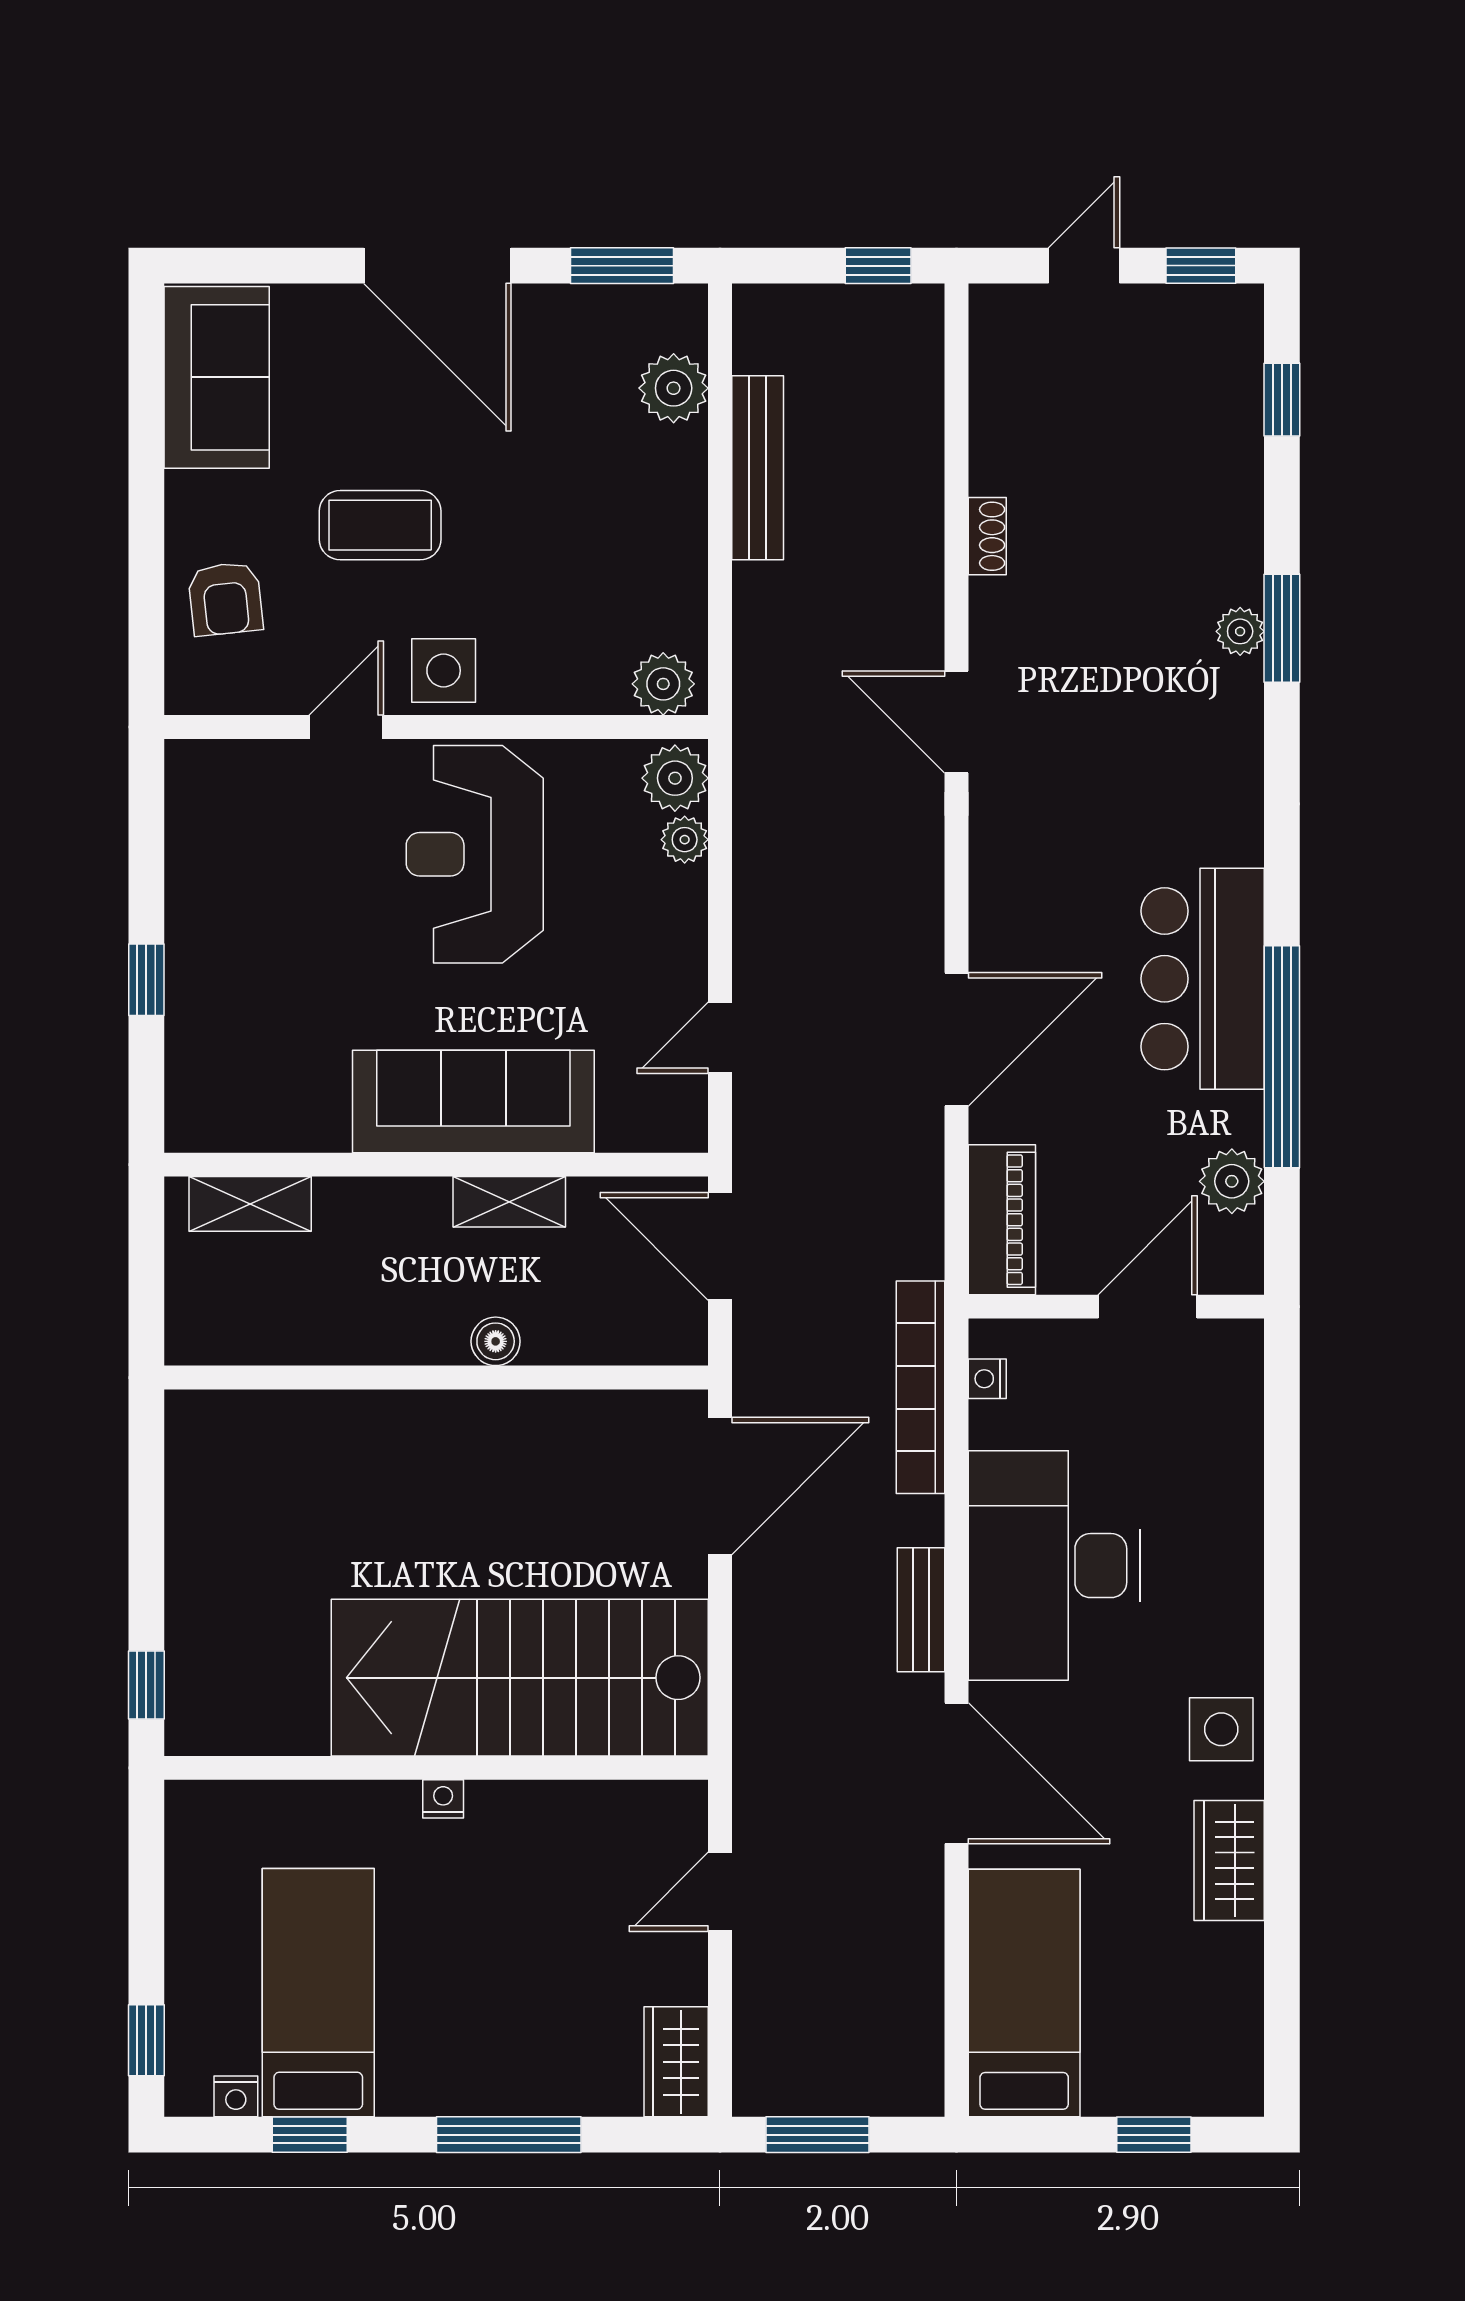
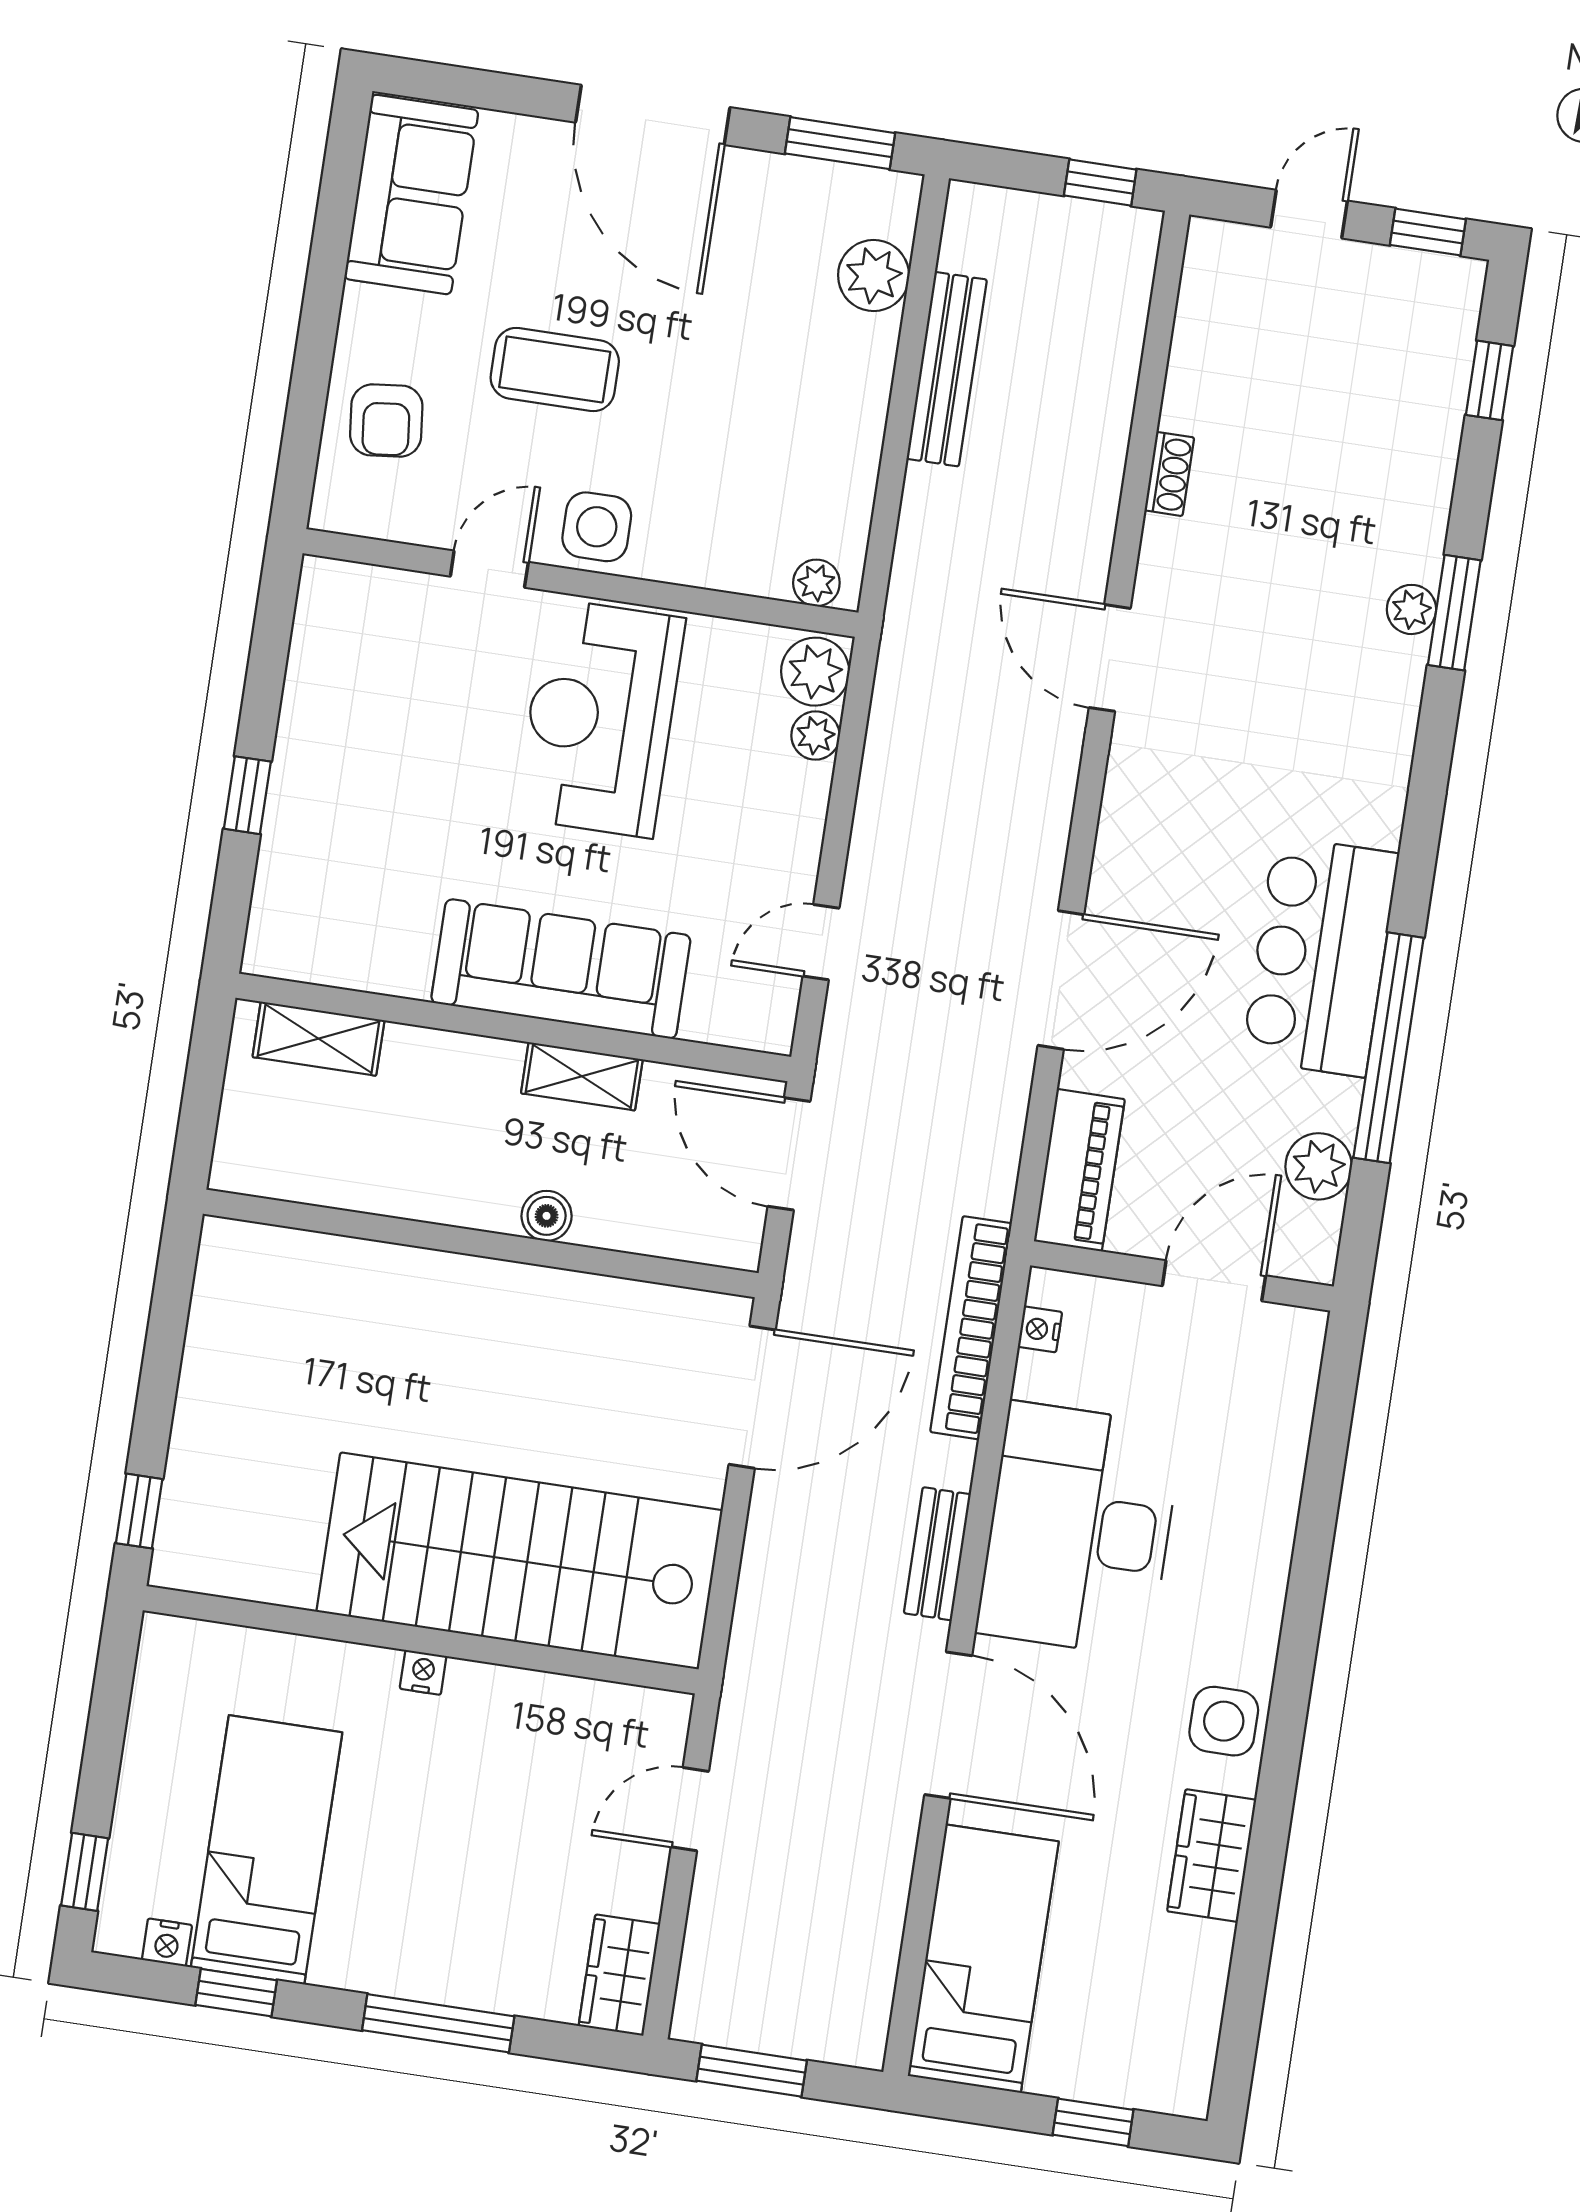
plant: (663, 684) -> (816, 583), width x0.73, depth x0.73

